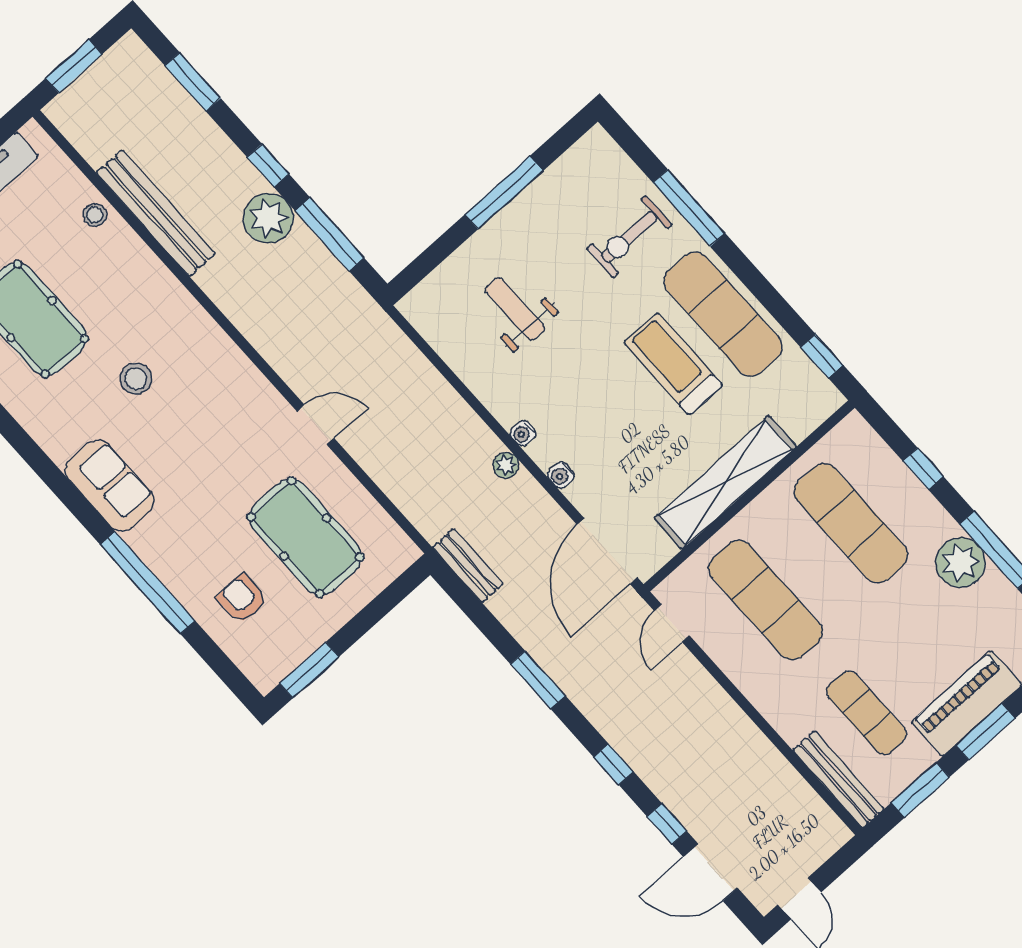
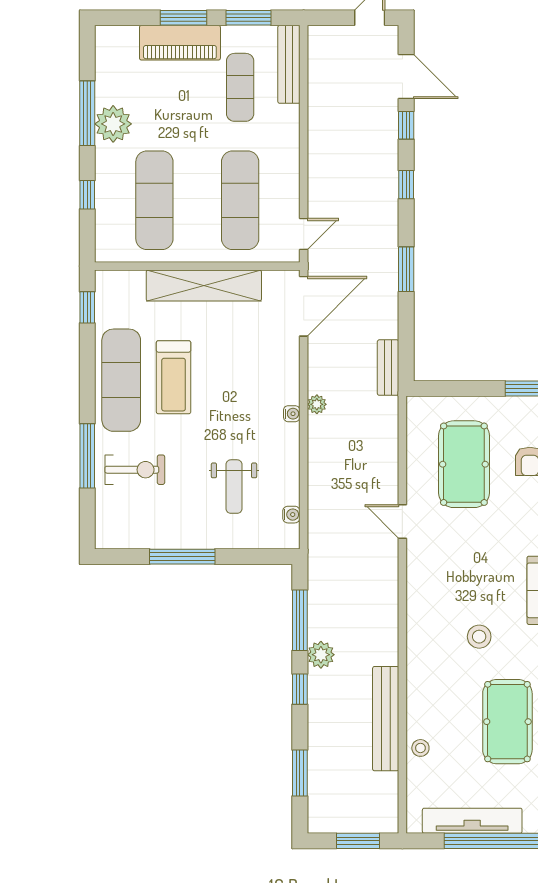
plant: (268, 218) -> (321, 655), width x0.73, depth x0.73
water cooler: (561, 475) -> (291, 515), moved

